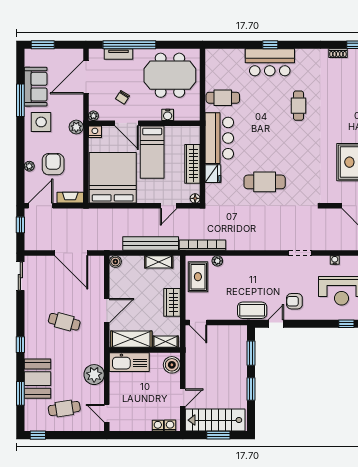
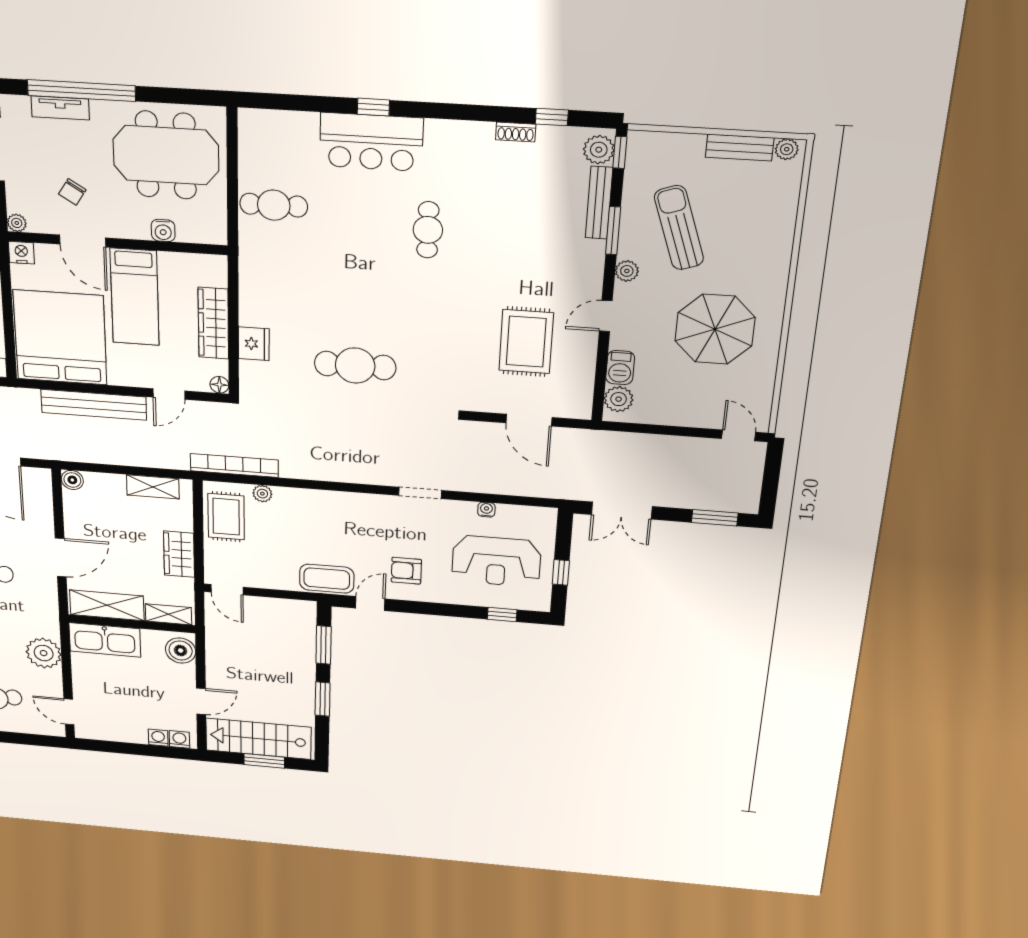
bar counter: (219, 138) -> (266, 280), removed
bench: (151, 244) -> (94, 405), moved

